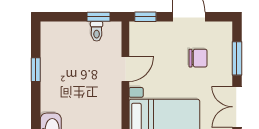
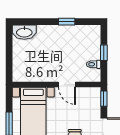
window: (98, 17) -> (104, 53), moved

